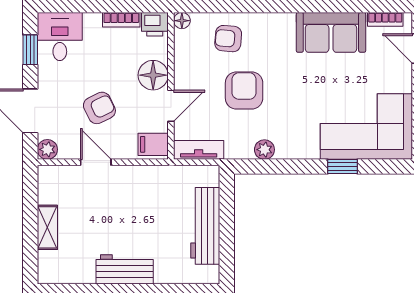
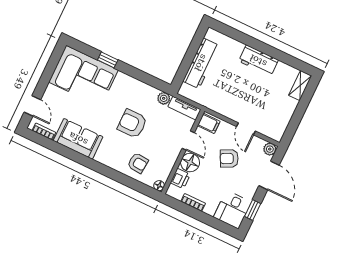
printer: (155, 24) -> (180, 179), moved, turned 90
armchair: (244, 91) -> (132, 124), moved, turned 90
door: (171, 106) -> (188, 140), swing flipped
plant: (264, 150) -> (164, 98), moved
shelving: (47, 227) -> (300, 86), moved

